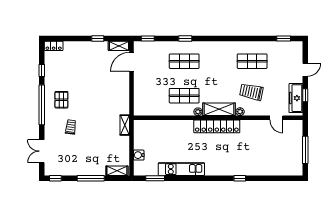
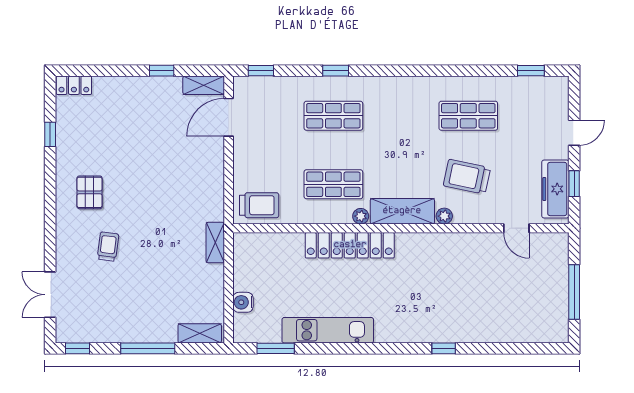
window: (42, 105) -> (50, 203), removed
trolley: (147, 106) -> (259, 205), added
locker: (217, 126) -> (350, 245), moved

